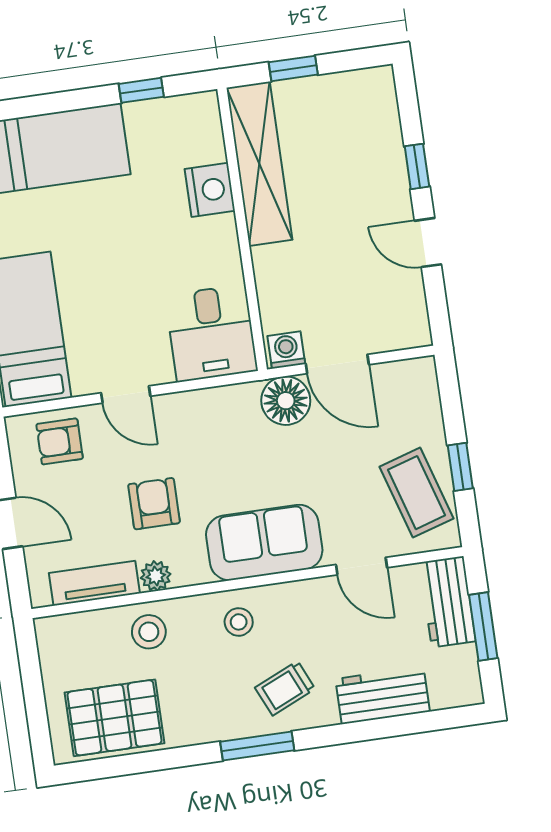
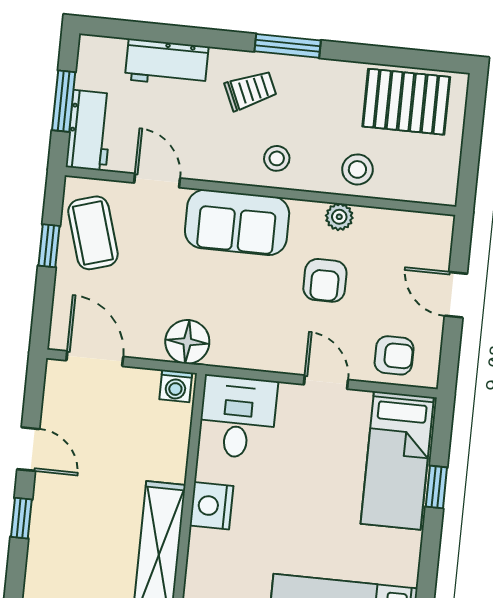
nightstand: (210, 190) -> (211, 506), moved
door: (337, 364) -> (95, 359), moved
tv unit: (94, 583) -> (395, 224), removed

